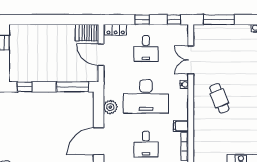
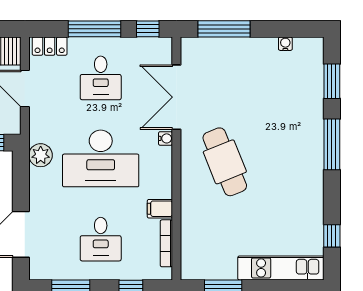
window: (142, 20) -> (94, 29), width x2.17
double door: (191, 60) -> (176, 97), width x1.37
cafe table: (219, 98) -> (225, 162), width x1.37, depth x1.35
plant: (110, 107) -> (41, 155), moved

